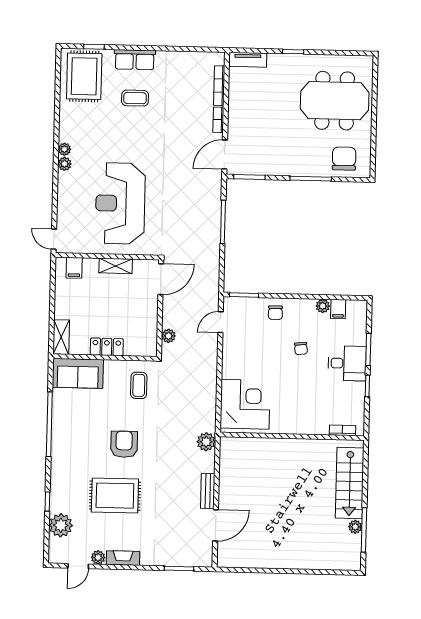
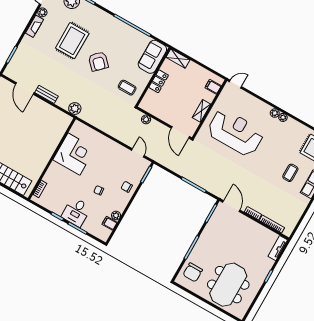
chair: (344, 159) -> (193, 272), turned 90
corner desk: (245, 404) -> (74, 154), moved, turned -90
armchair: (124, 444) -> (98, 61), turned 45

